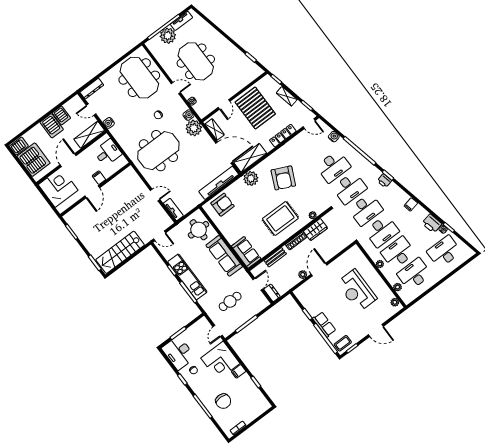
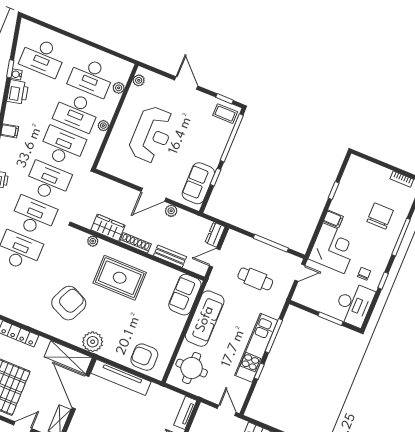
sofa: (310, 301) -> (198, 183), added
row of seats: (324, 324) -> (216, 149), removed

